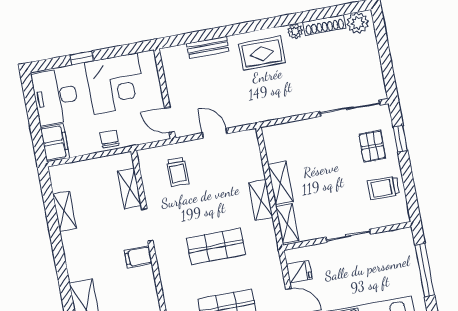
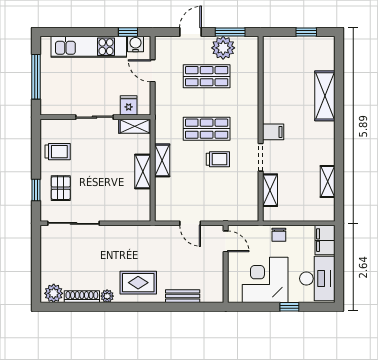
trolley: (178, 172) -> (218, 159), moved, turned 90
shelving: (287, 223) -> (135, 126), moved, turned 90
fridge: (299, 272) -> (129, 105), moved, turned 90

